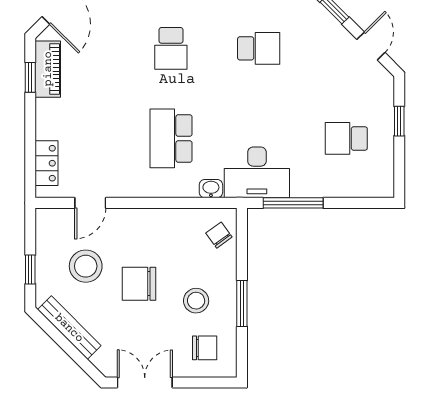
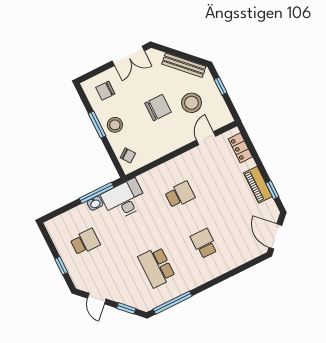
school desk: (259, 48) -> (157, 267), width x1.85
piano: (48, 69) -> (258, 185), moved
school desk: (171, 138) -> (180, 195), width x0.54
washbasin: (211, 189) -> (95, 203), moved
stool: (196, 301) -> (115, 125), moved

